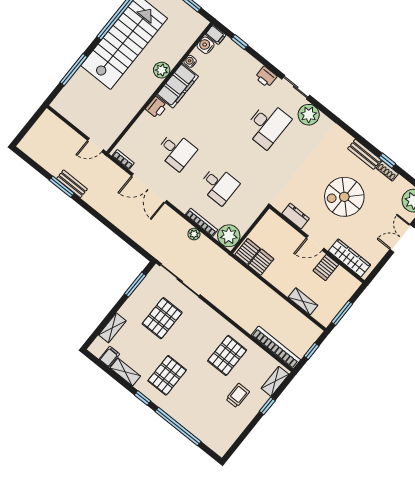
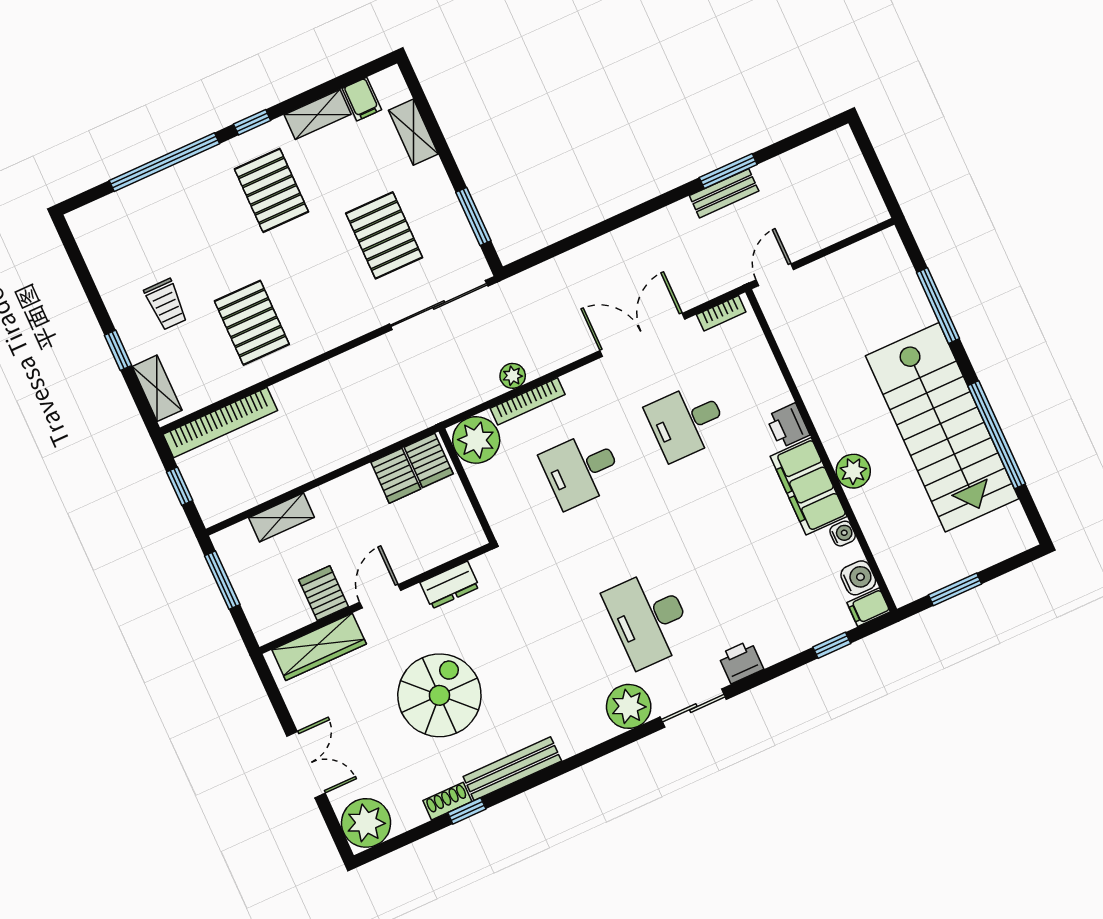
bench: (364, 154) -> (512, 769), width x1.36

